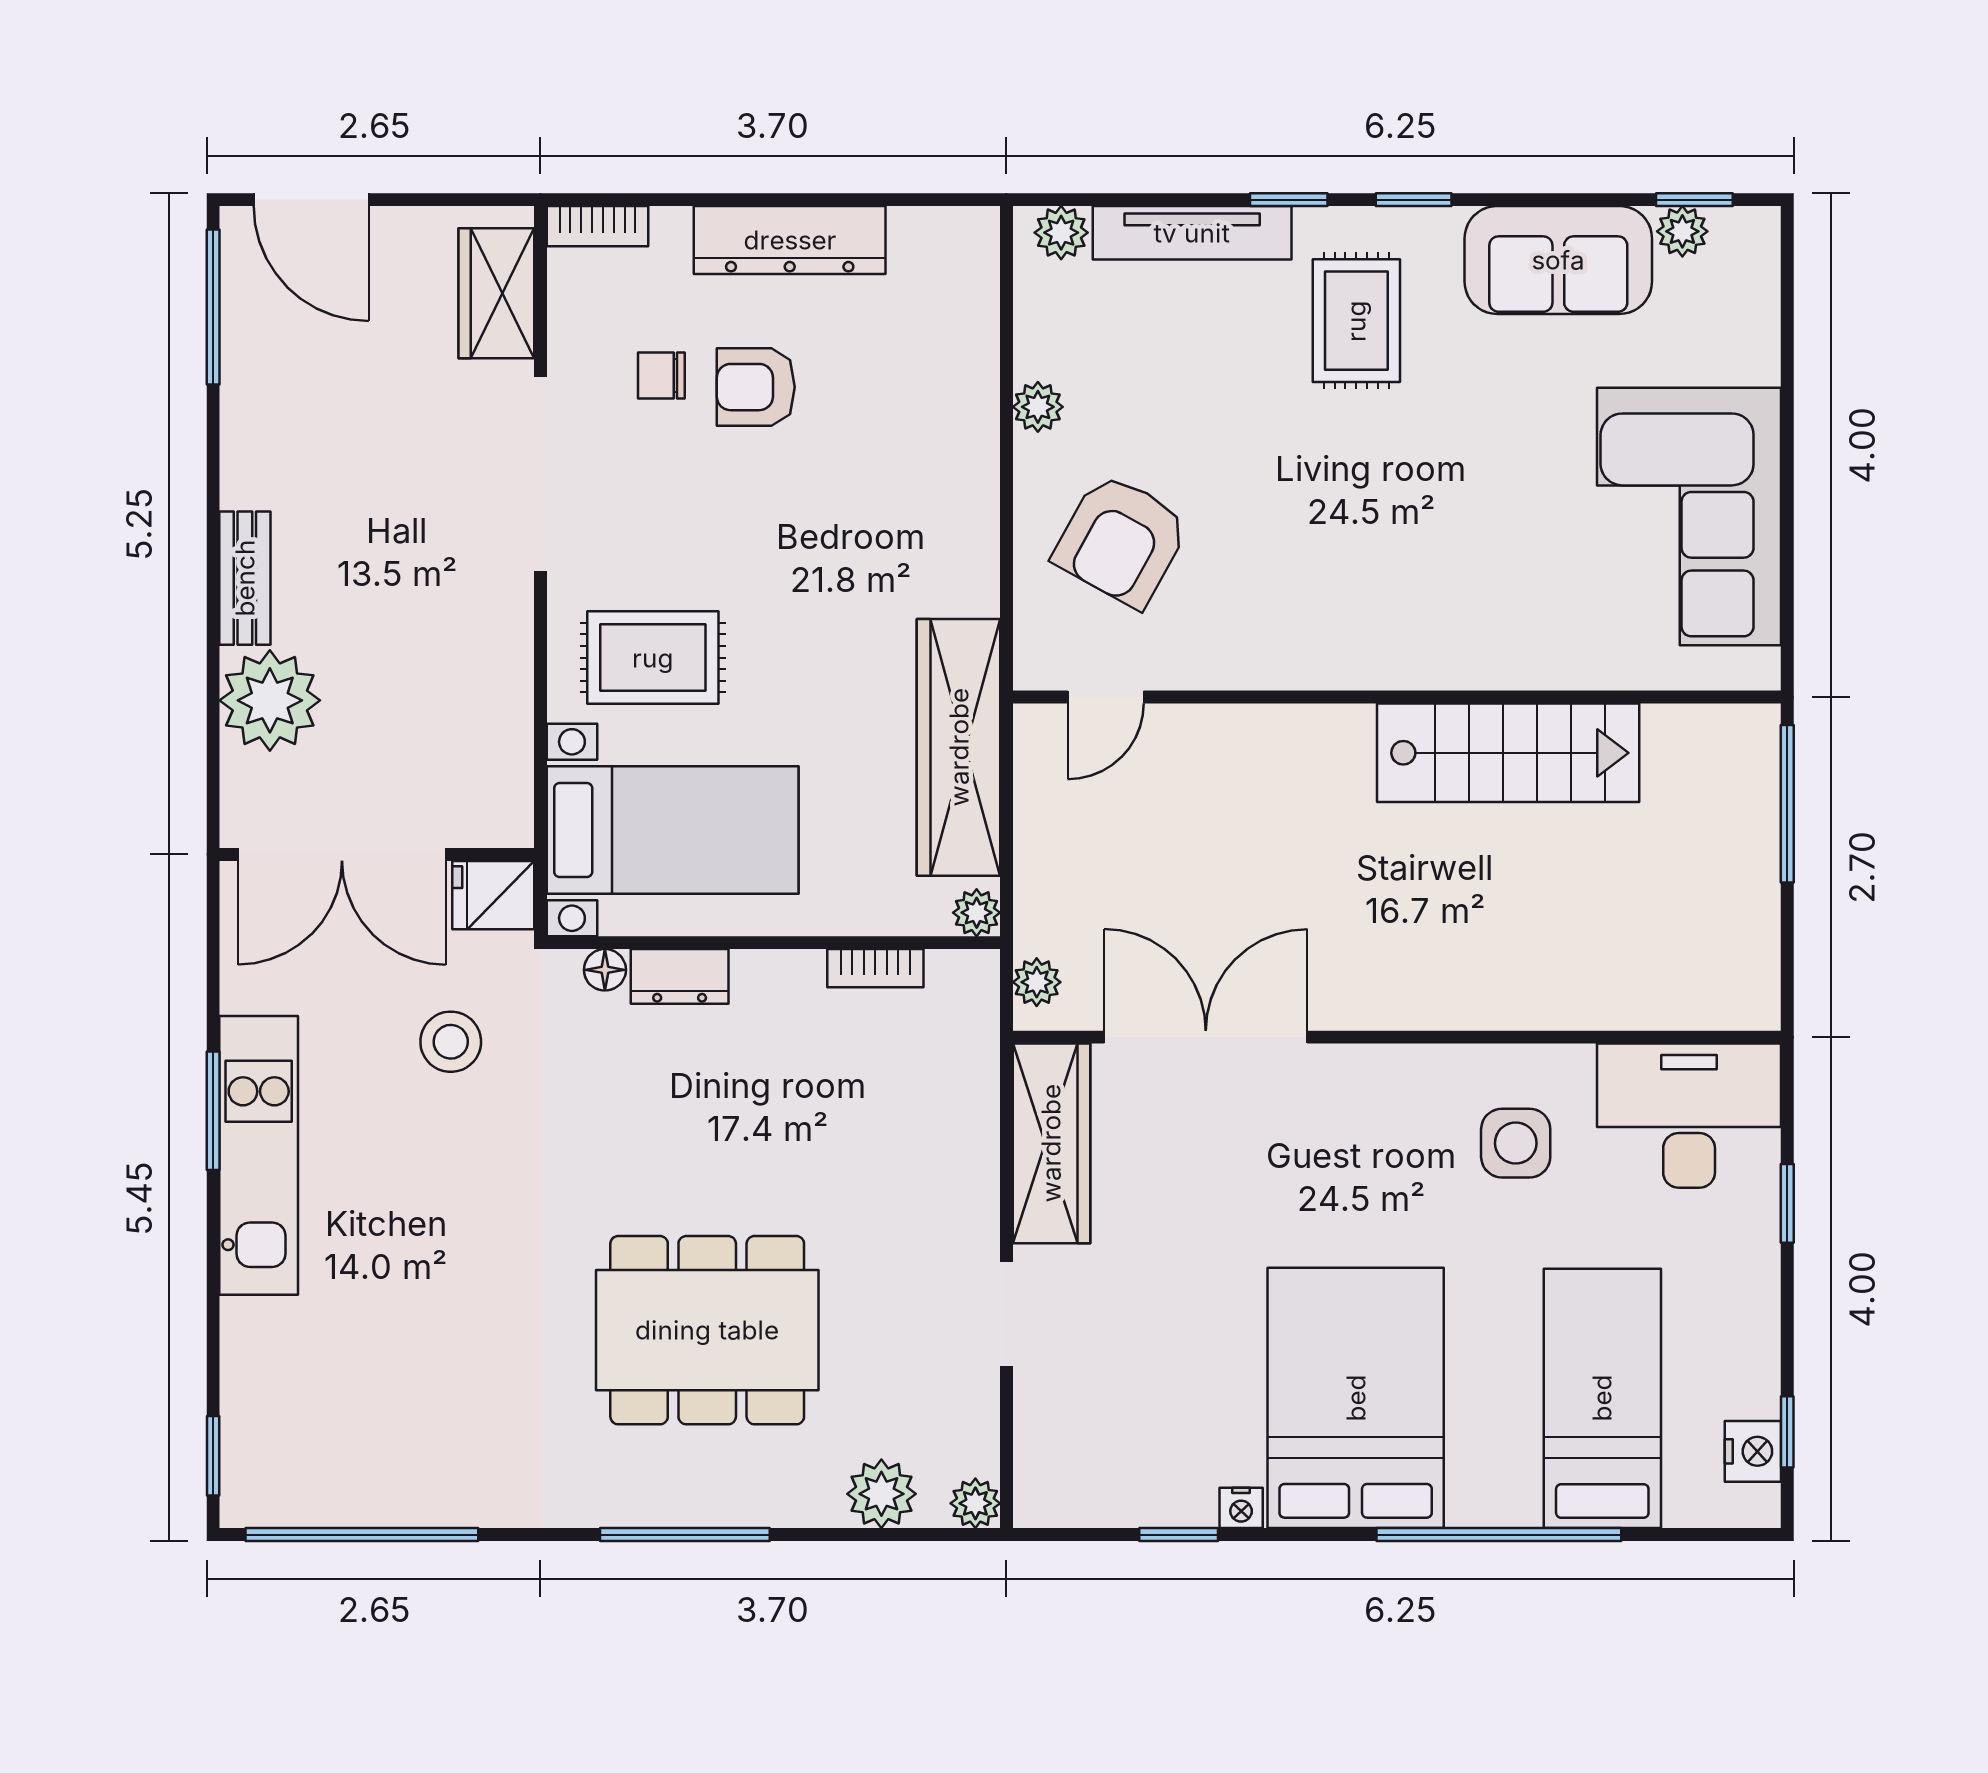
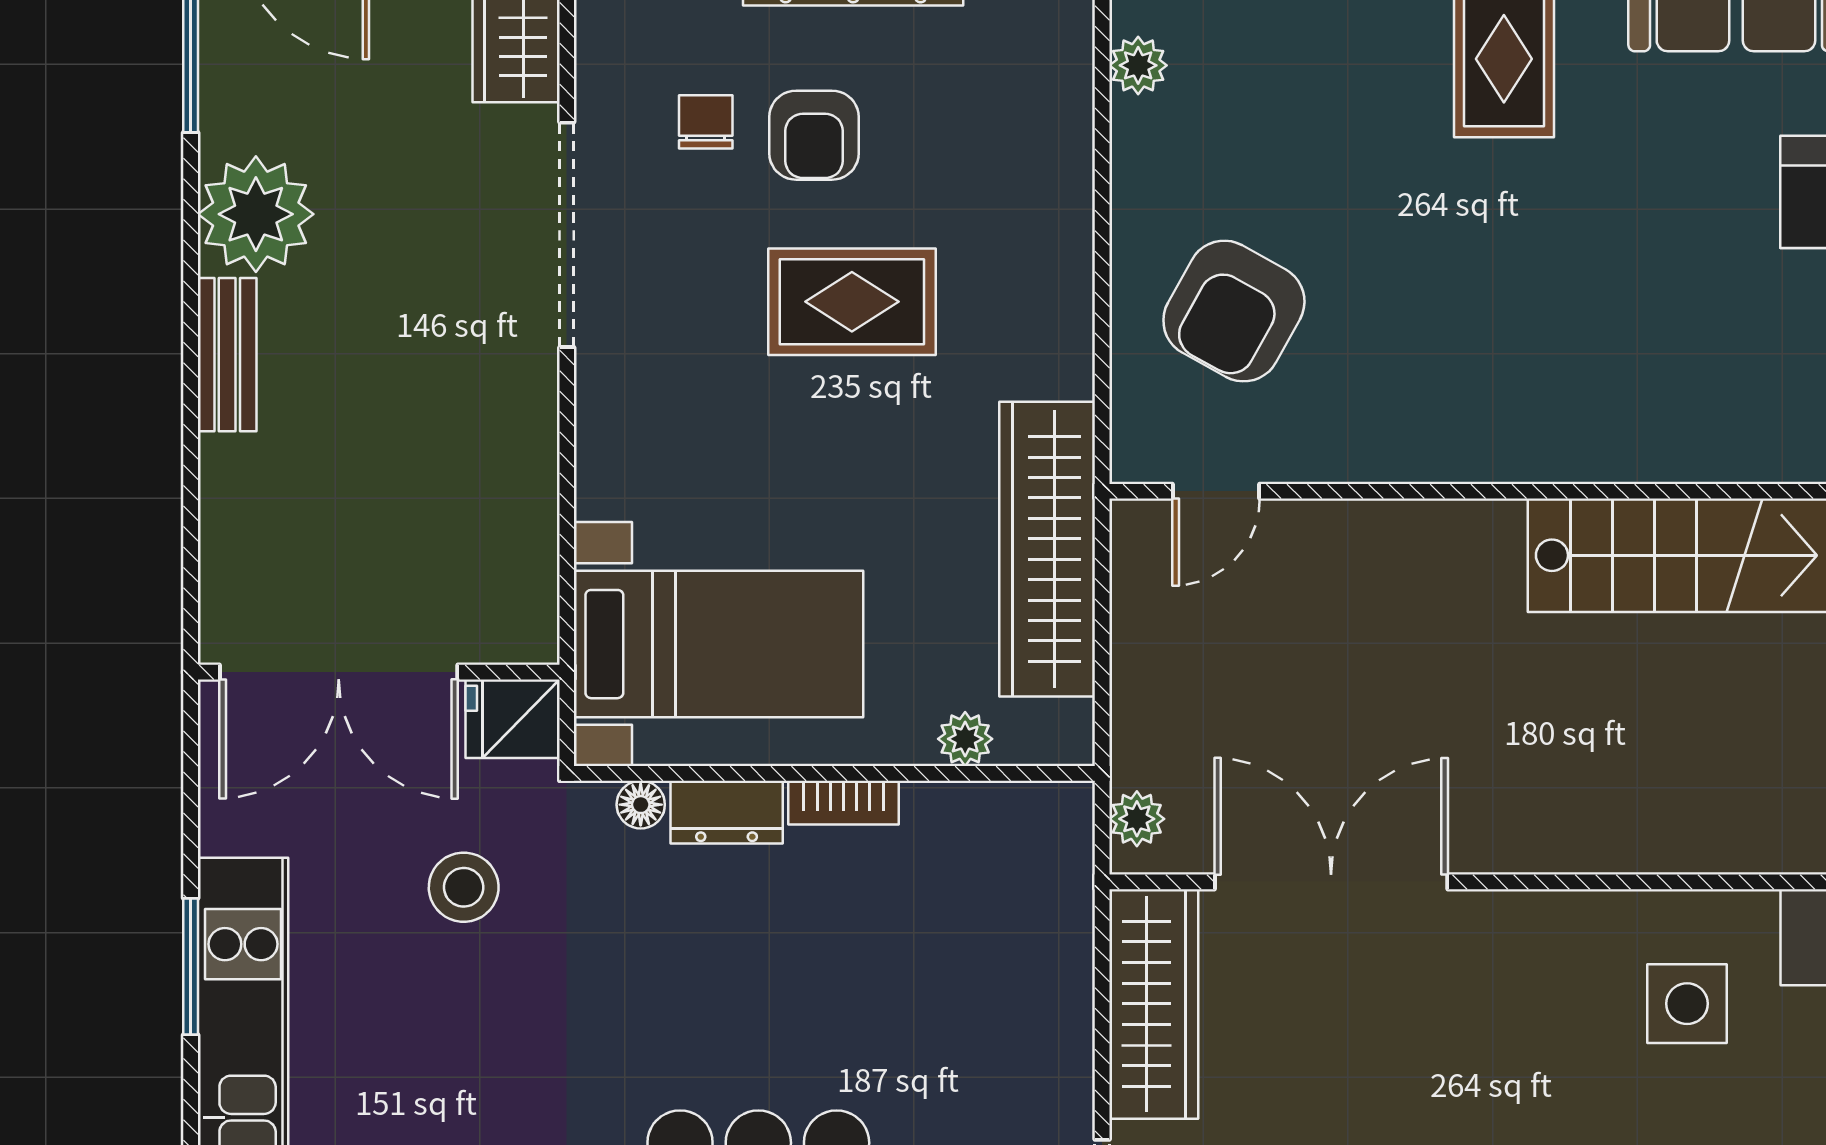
chair: (661, 376) -> (706, 122), turned 90
armchair: (756, 387) -> (814, 135), turned -90
plant: (1038, 407) -> (1138, 65), moved
rug: (653, 658) -> (852, 302), moved
plant: (270, 700) -> (256, 214), moved
plant: (977, 913) -> (965, 739), moved
bookcase: (875, 968) -> (844, 803), moved

